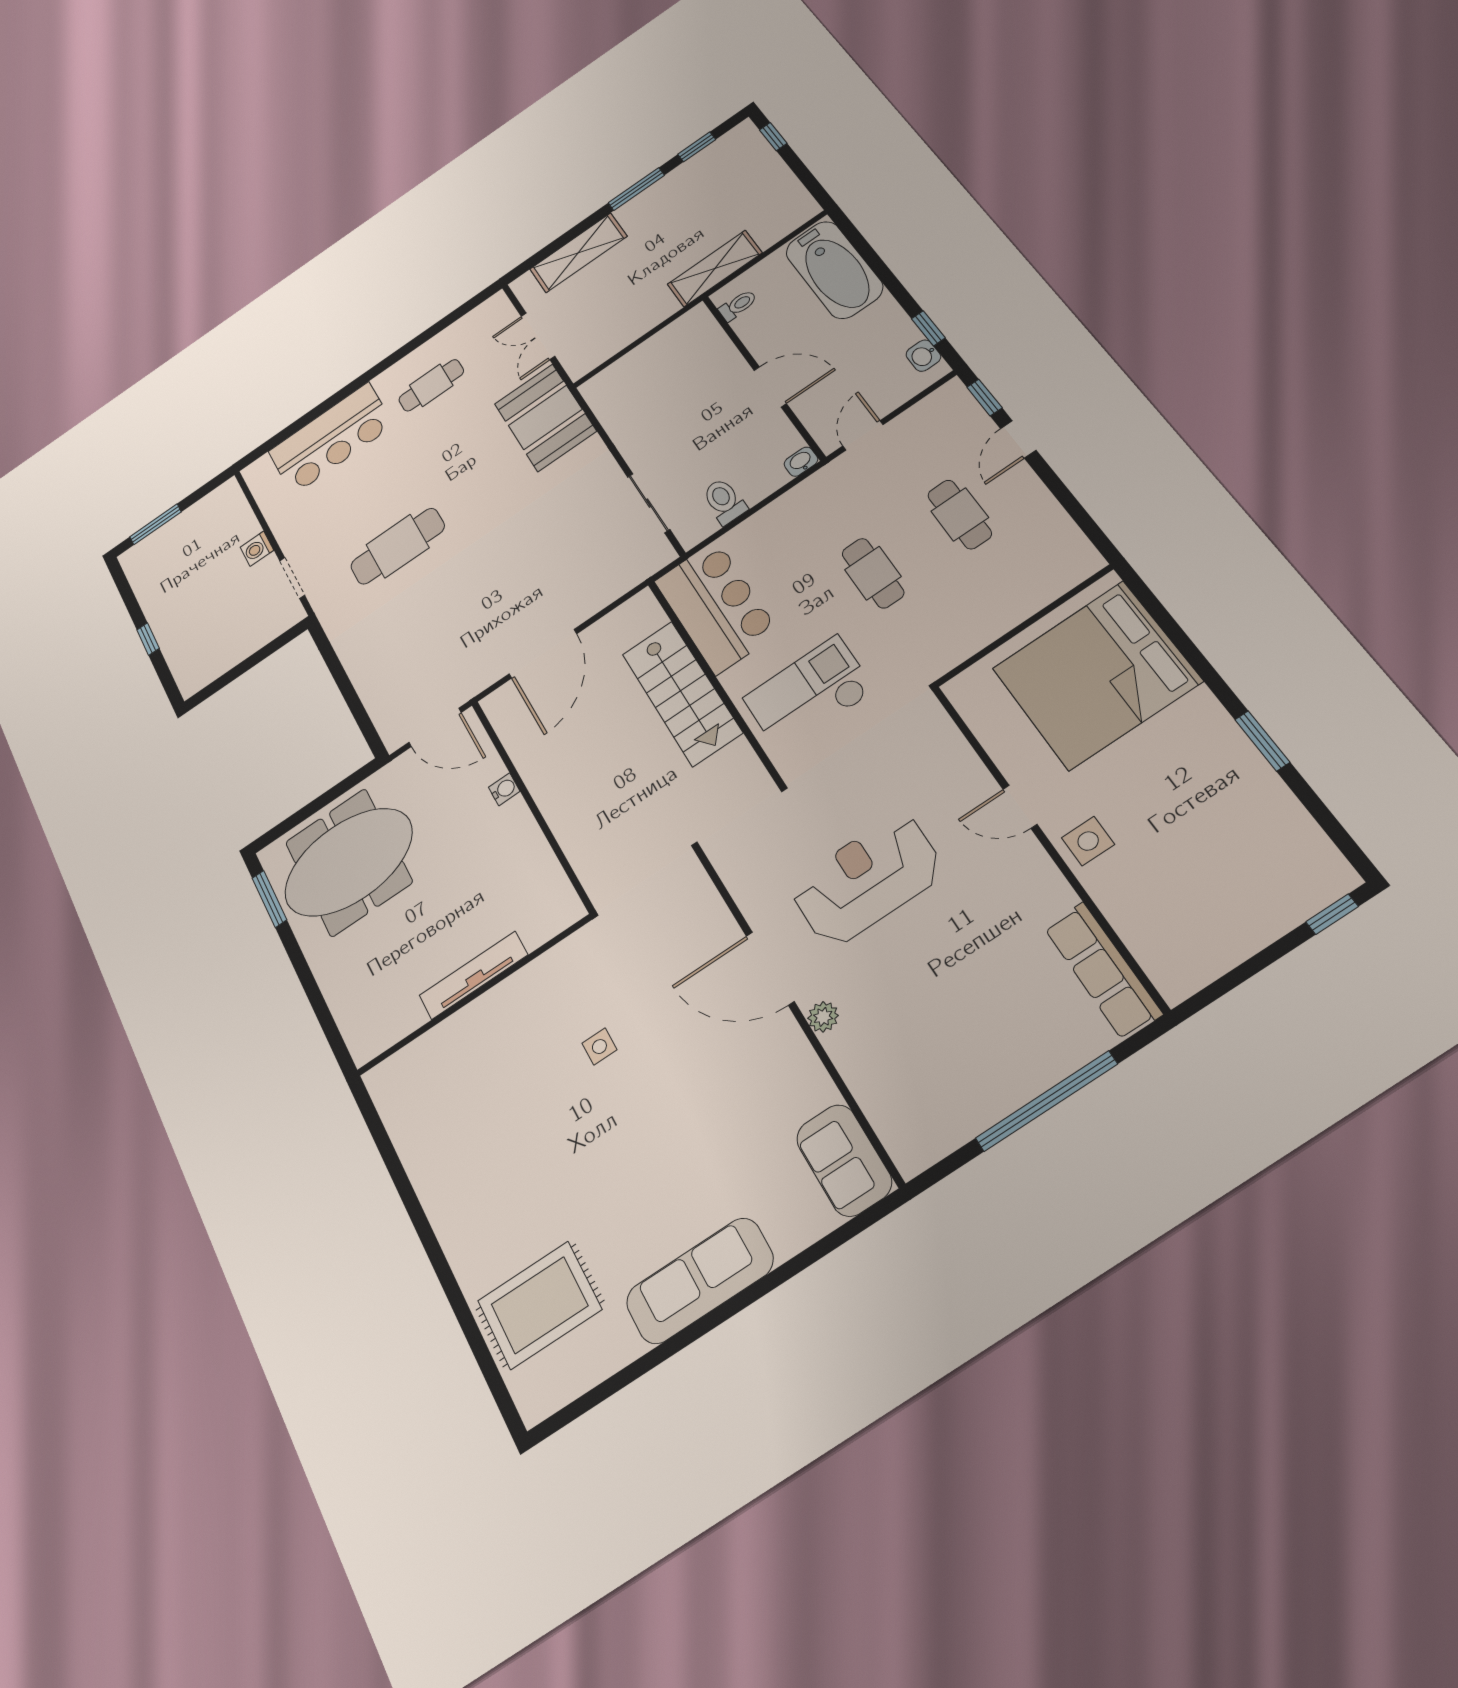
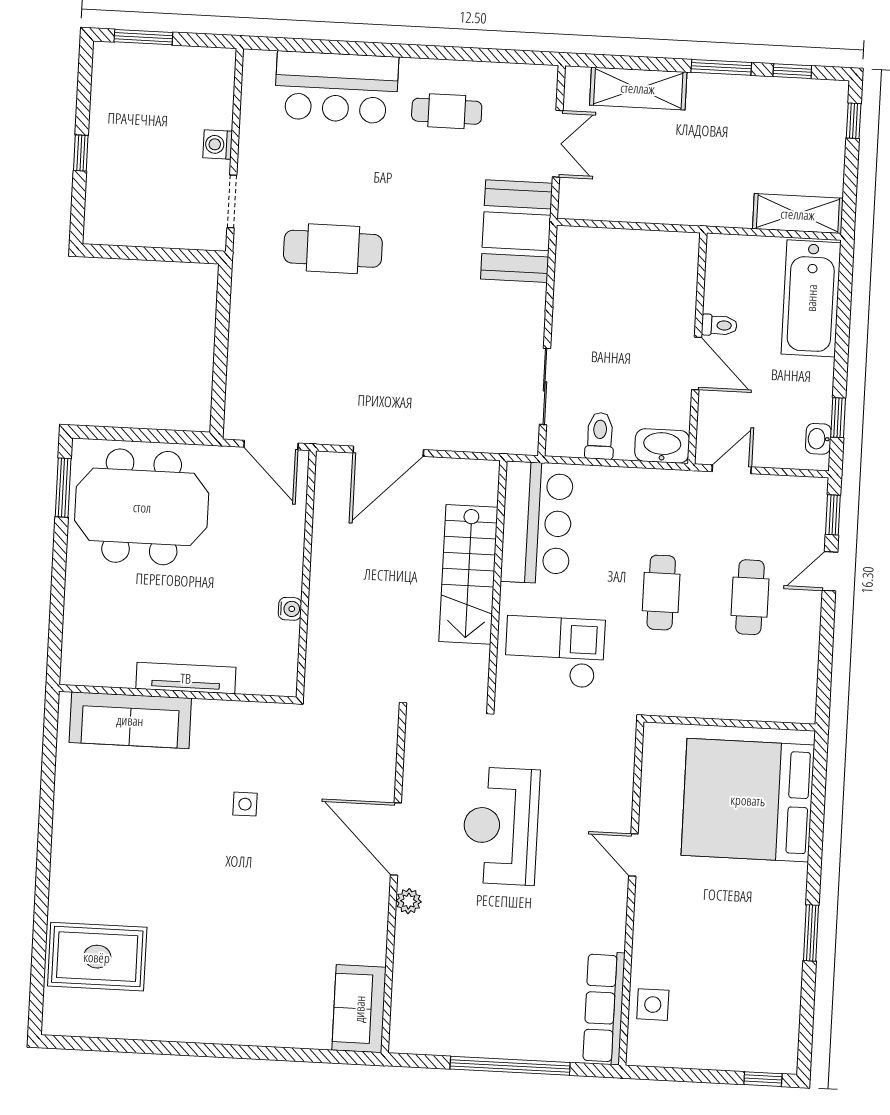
shelving: (715, 268) -> (798, 214), moved
toilet: (738, 305) -> (719, 325), moved
double door: (538, 336) -> (558, 144), swing flipped
washbasin: (801, 462) -> (662, 446), width x1.91, depth x1.45
water cooler: (504, 789) -> (290, 609), moved
side table: (1088, 841) -> (653, 1005), moved
reception desk: (867, 879) -> (501, 826), turned -90
sofa: (700, 1281) -> (130, 720), moved, turned 180

